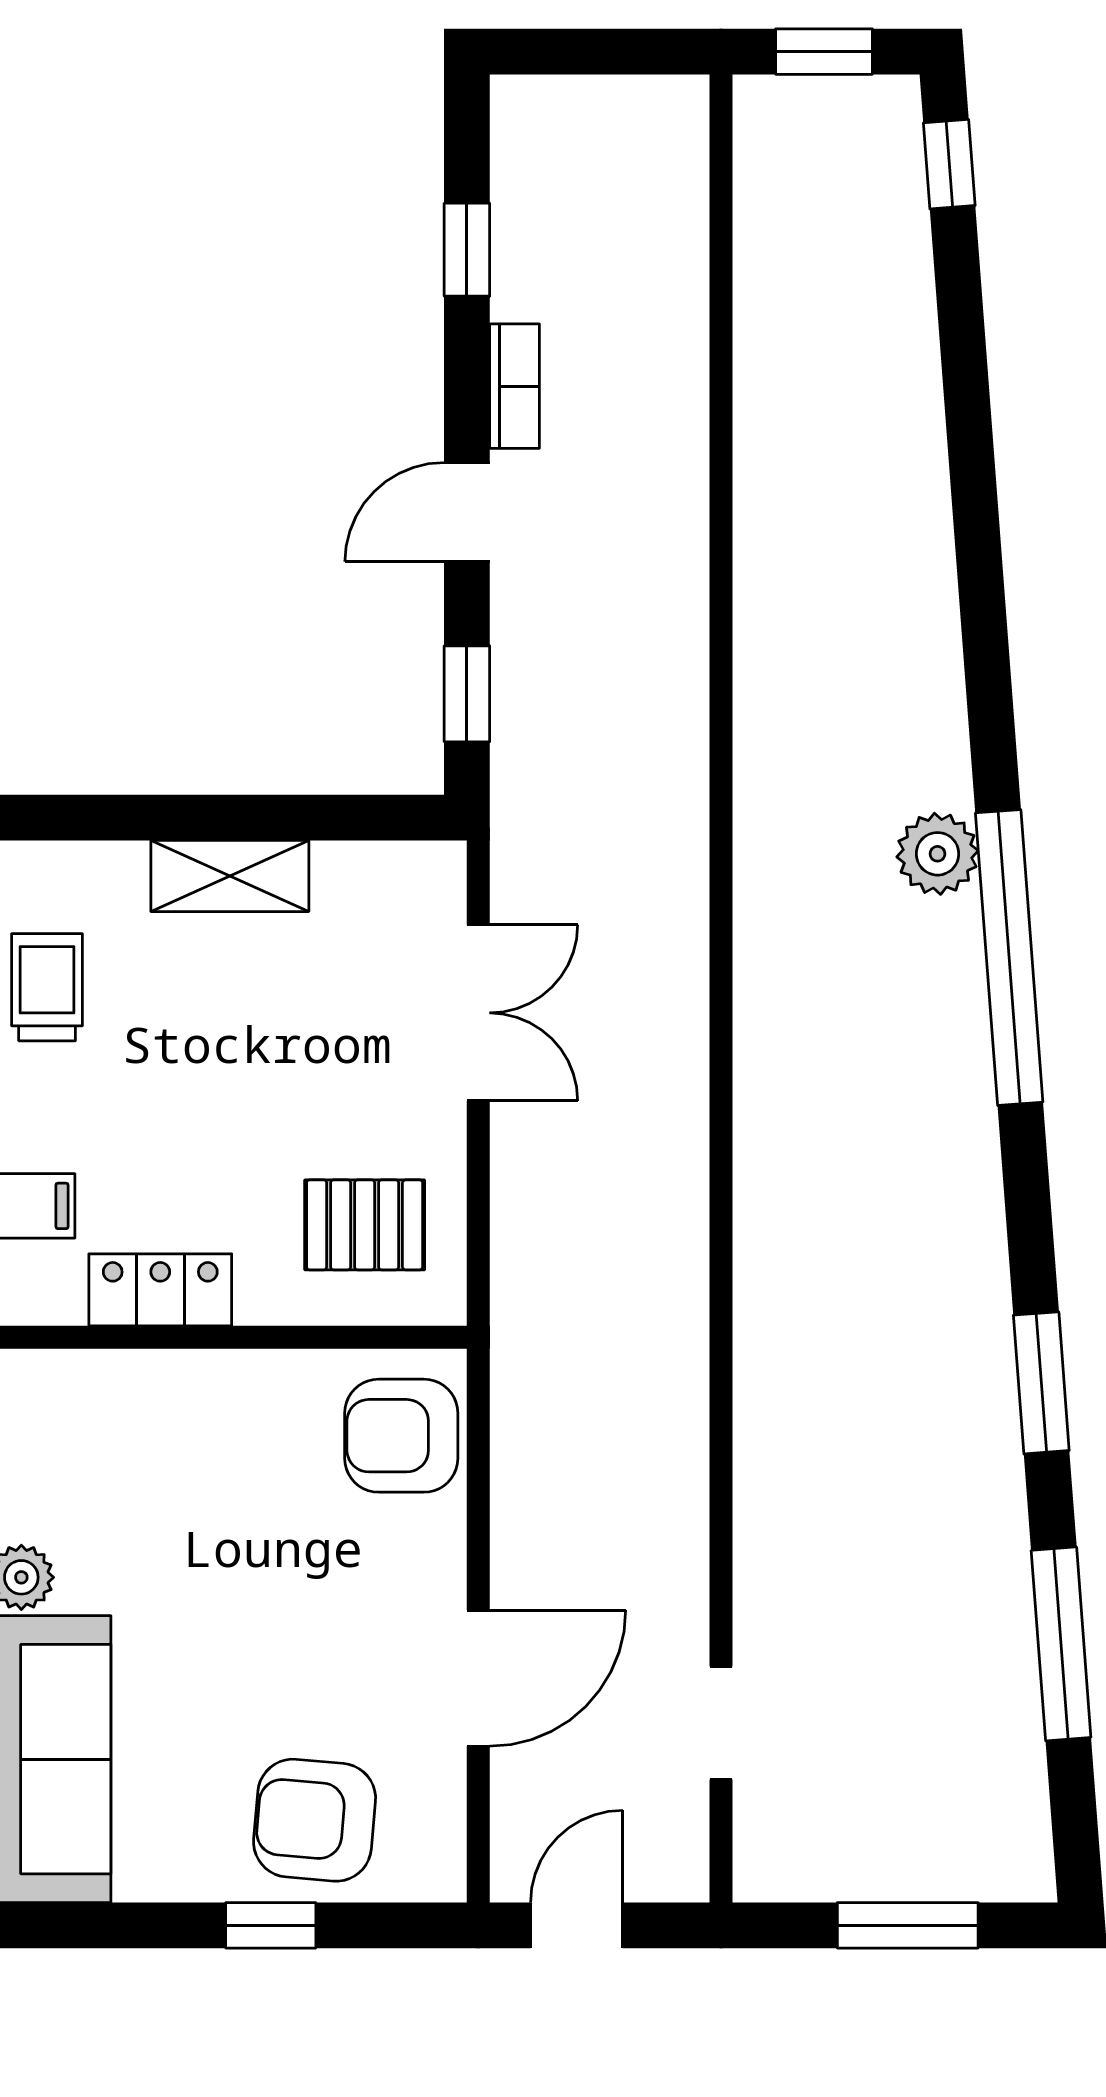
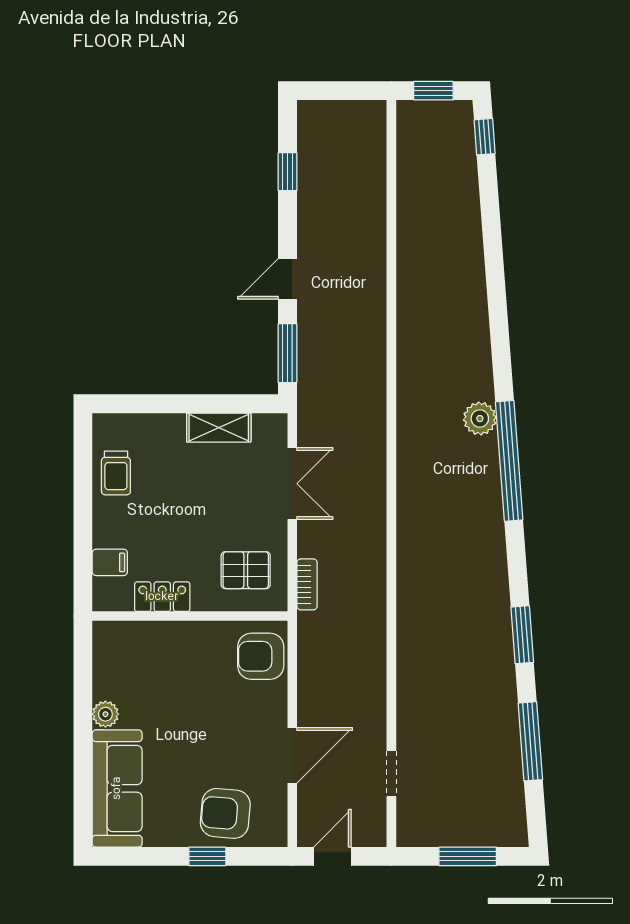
bookcase: (515, 386) -> (307, 584), moved
window: (467, 694) -> (288, 353), width x1.50
shelving: (230, 876) -> (219, 428), moved
trolley: (47, 987) -> (116, 473), turned 180

